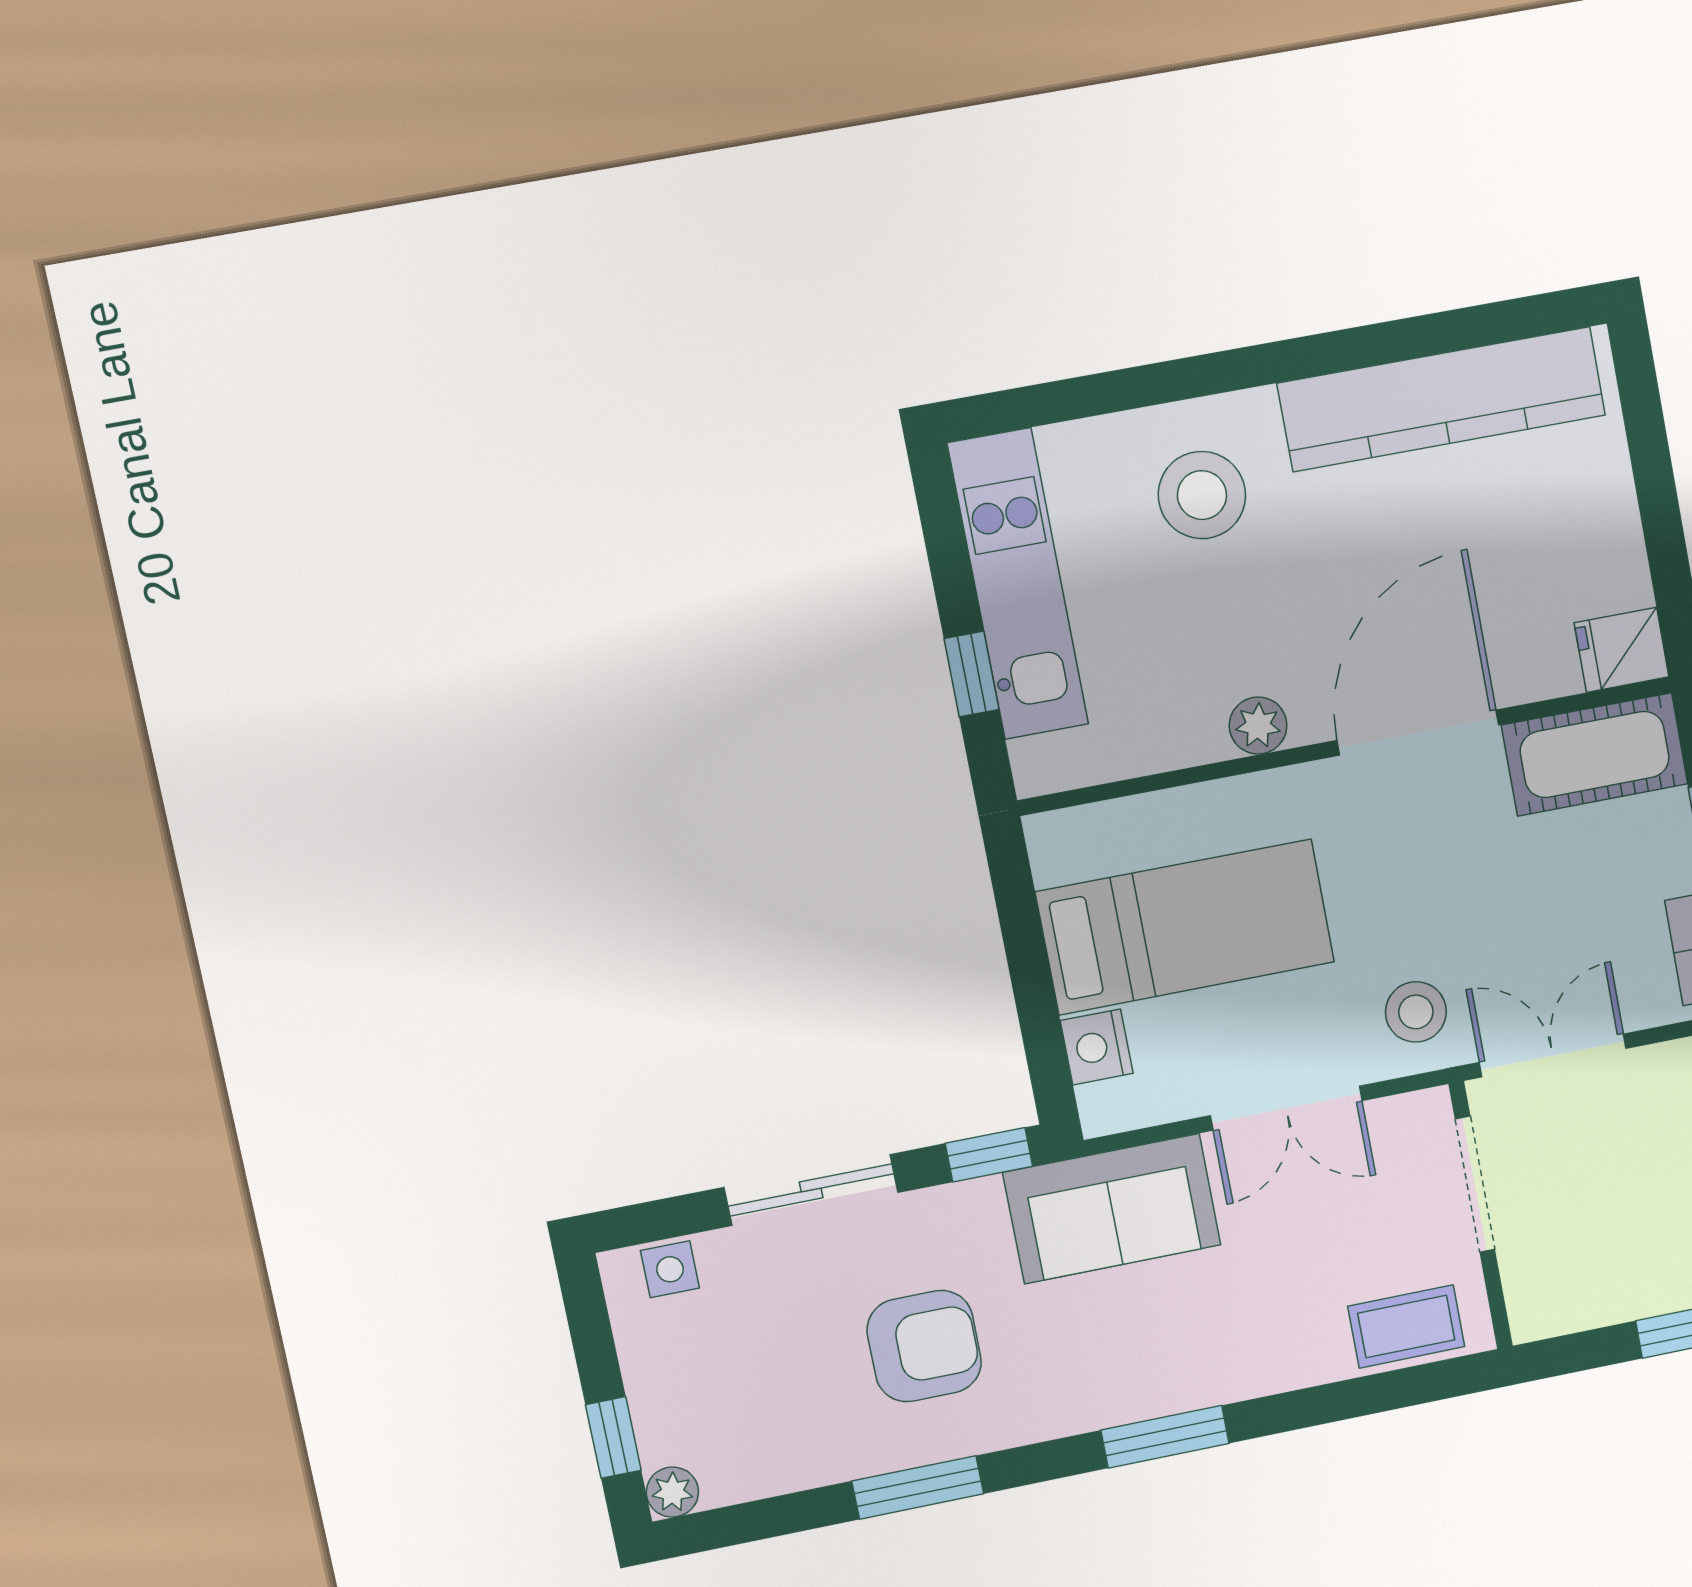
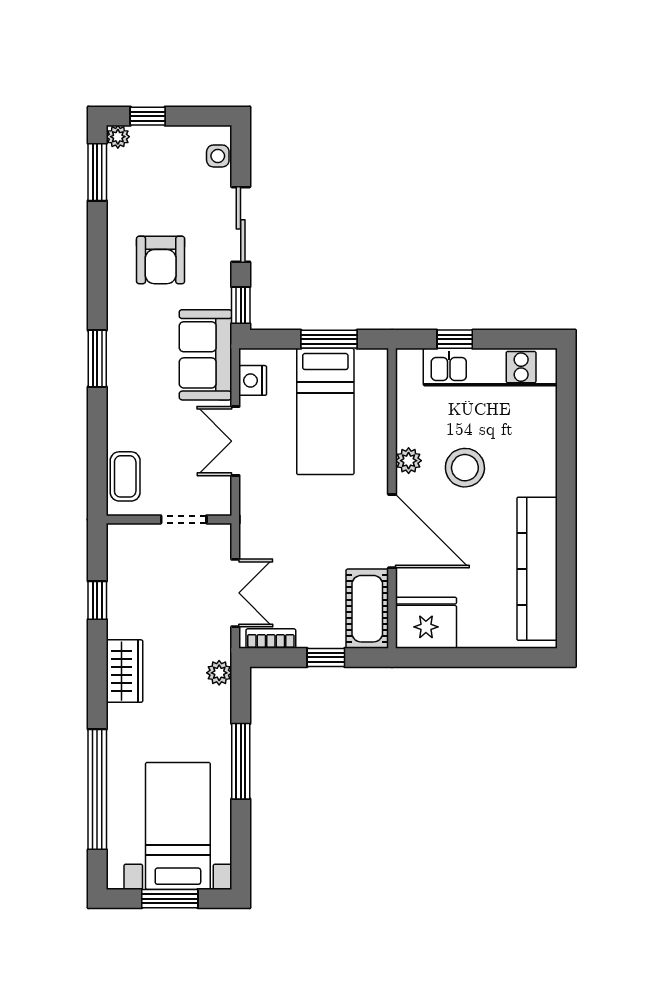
stool: (1202, 495) -> (465, 468), moved
fridge: (1622, 650) -> (426, 623), width x1.88, depth x1.34
window: (1026, 950) -> (329, 339), added
stool: (1416, 1012) -> (267, 507), removed
nightstand: (1097, 1047) -> (253, 380), moved, turned -90
double door: (1553, 1055) -> (235, 593), moved
doorway: (1475, 1184) -> (184, 519), width x0.73
window: (918, 1487) -> (97, 172), moved

